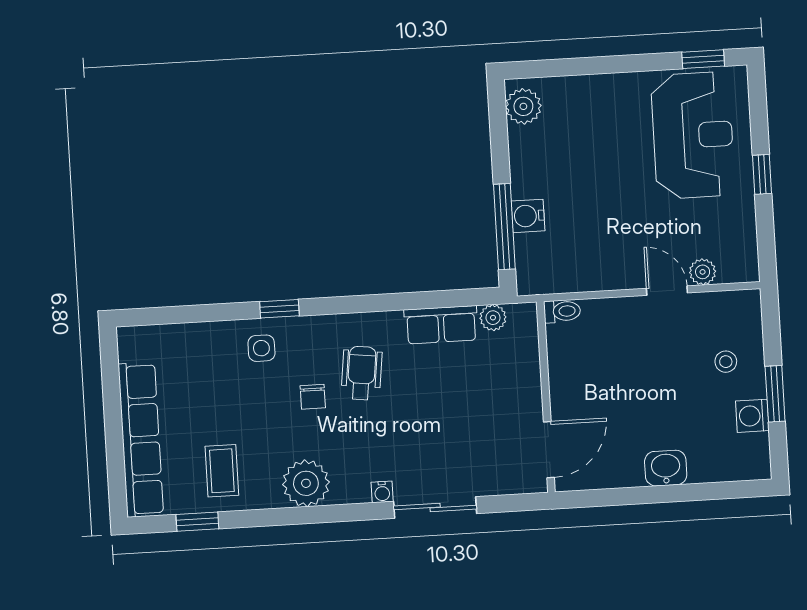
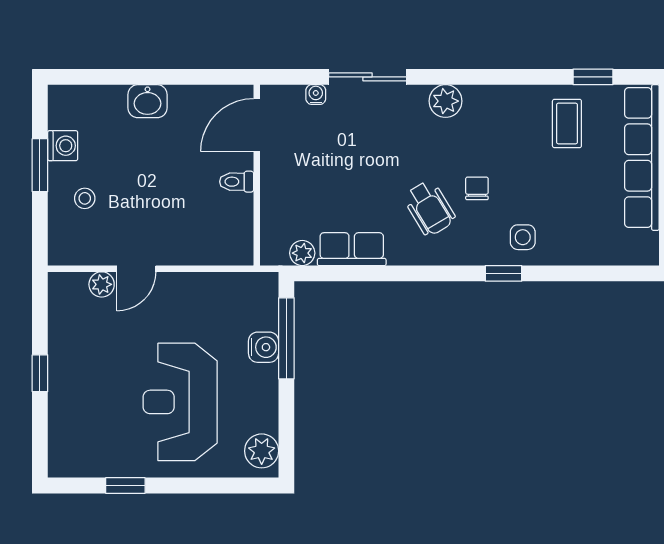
window: (703, 59) -> (125, 486), moved
reception desk: (693, 135) -> (180, 402), moved
door: (667, 291) -> (136, 269), hinge flipped
toilet: (562, 311) -> (237, 182), moved
wheelchair: (362, 373) -> (429, 208), turned -38
plant: (306, 483) -> (445, 101), moved, width x0.73, depth x0.73
water cooler: (382, 492) -> (316, 95), moved

